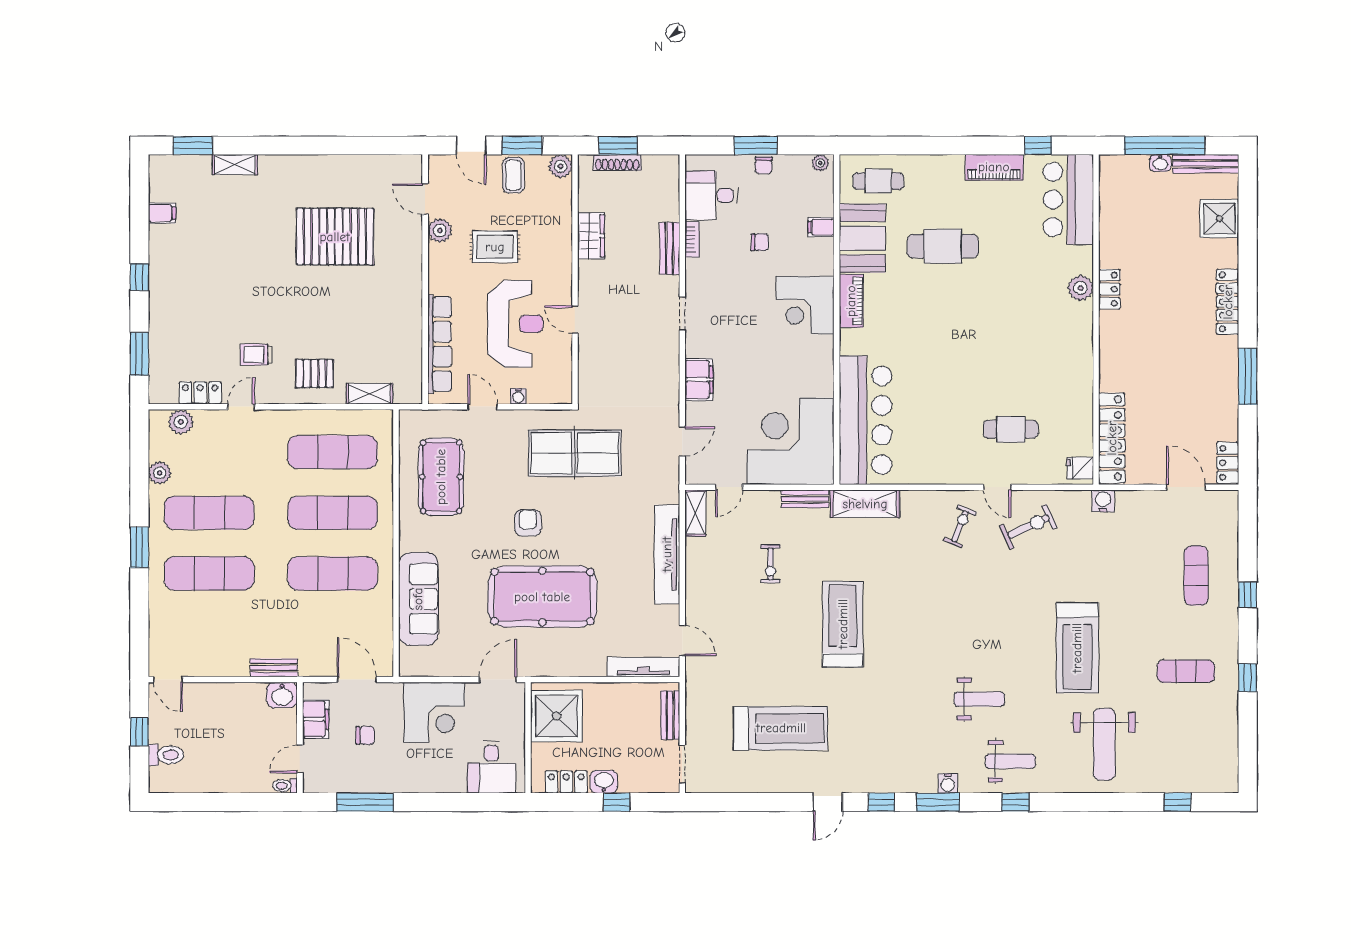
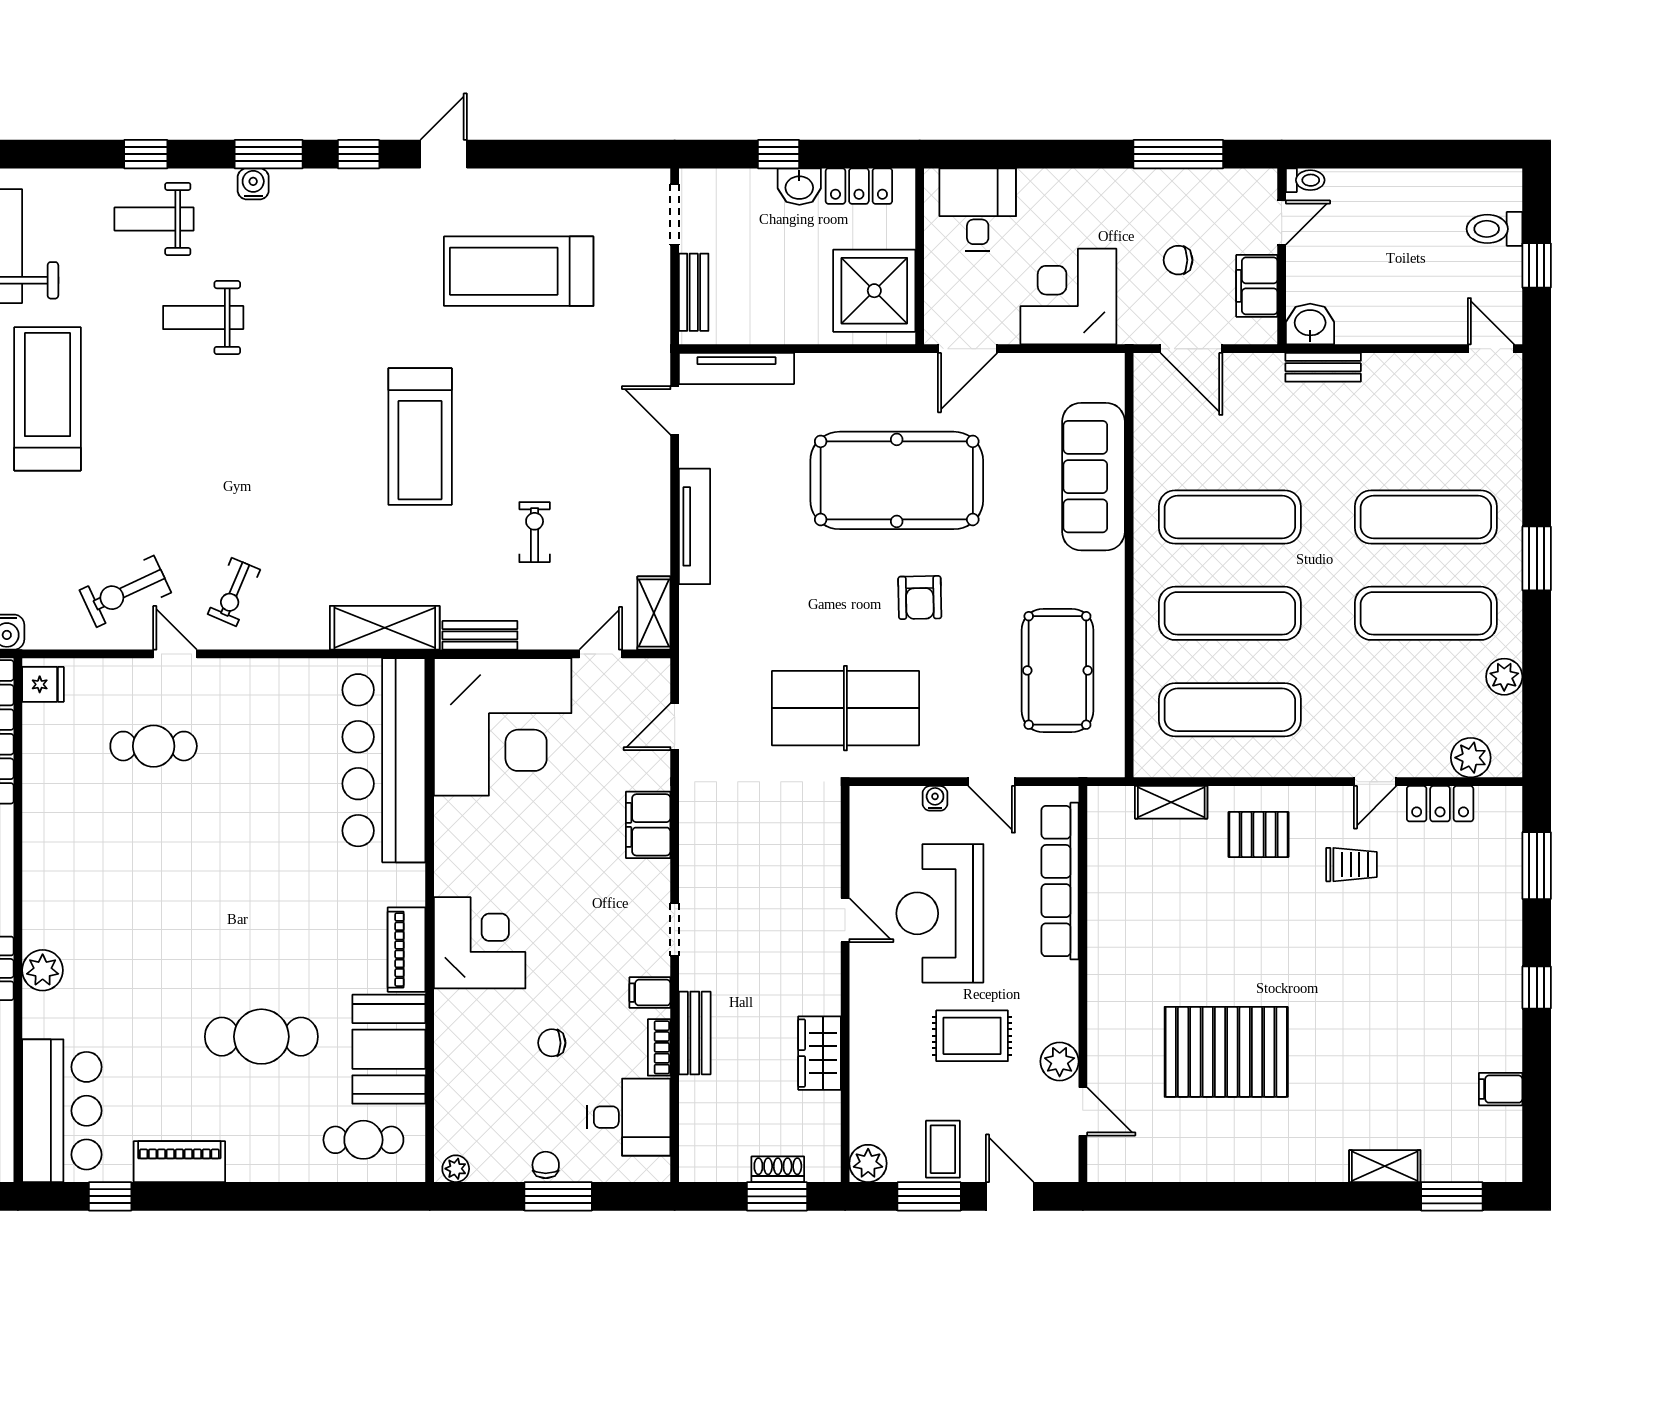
shoe rack: (617, 163) -> (778, 1169), width x0.70
filing cabinet: (821, 227) -> (650, 993), moved, turned 180
tv unit: (667, 554) -> (695, 526), width x0.73, depth x0.78

